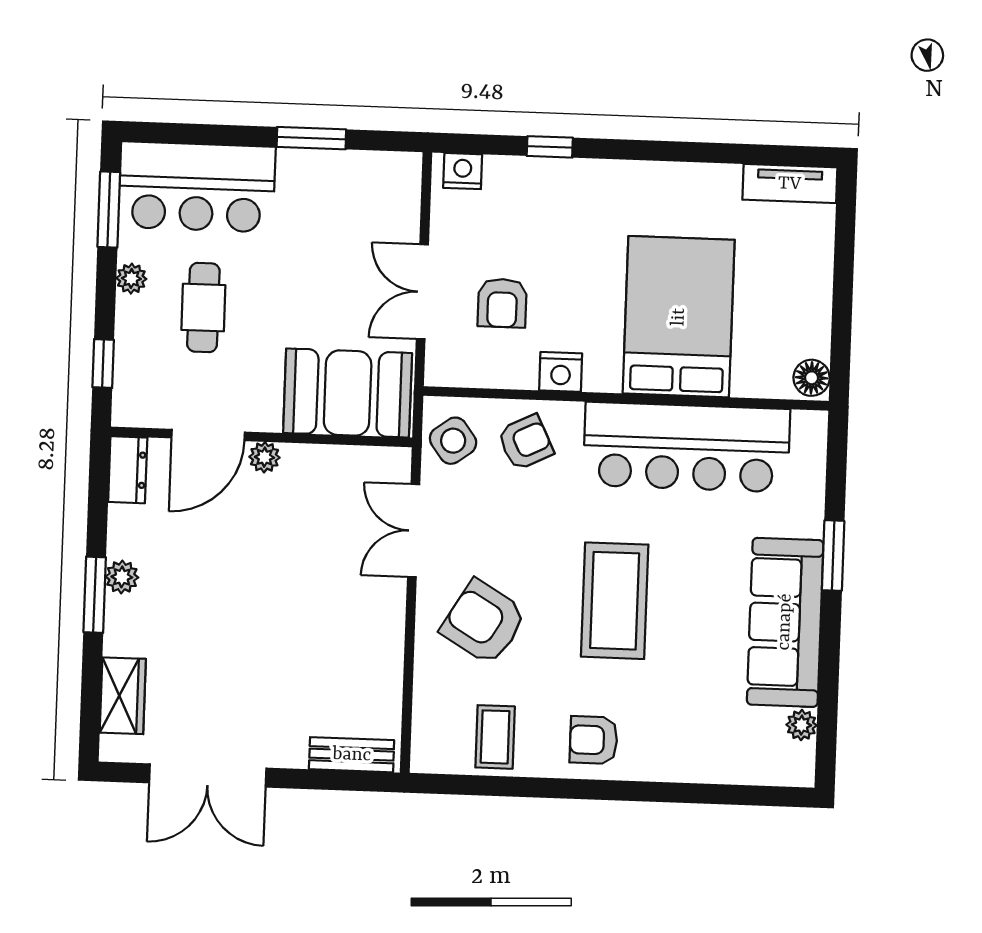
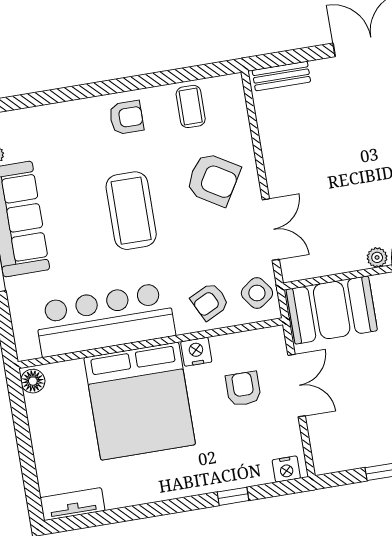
bed: (679, 317) -> (140, 401), width x1.36

